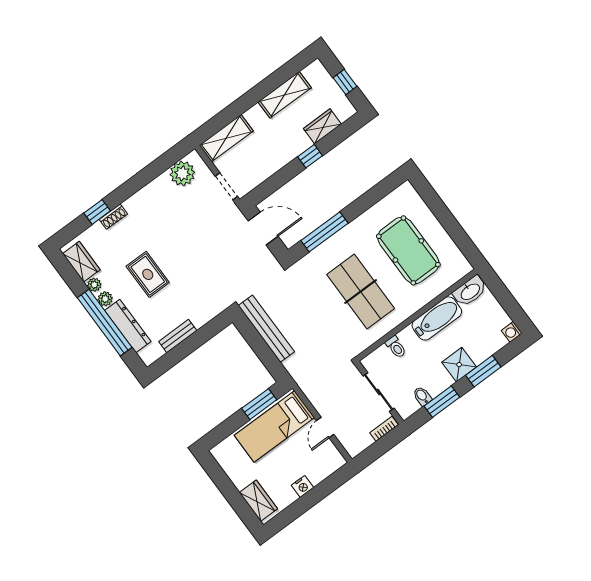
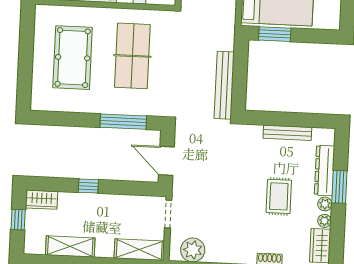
wardrobe: (322, 126) -> (42, 200), moved
window: (105, 323) -> (339, 187), width x0.47
bench: (178, 336) -> (287, 133), width x1.36

